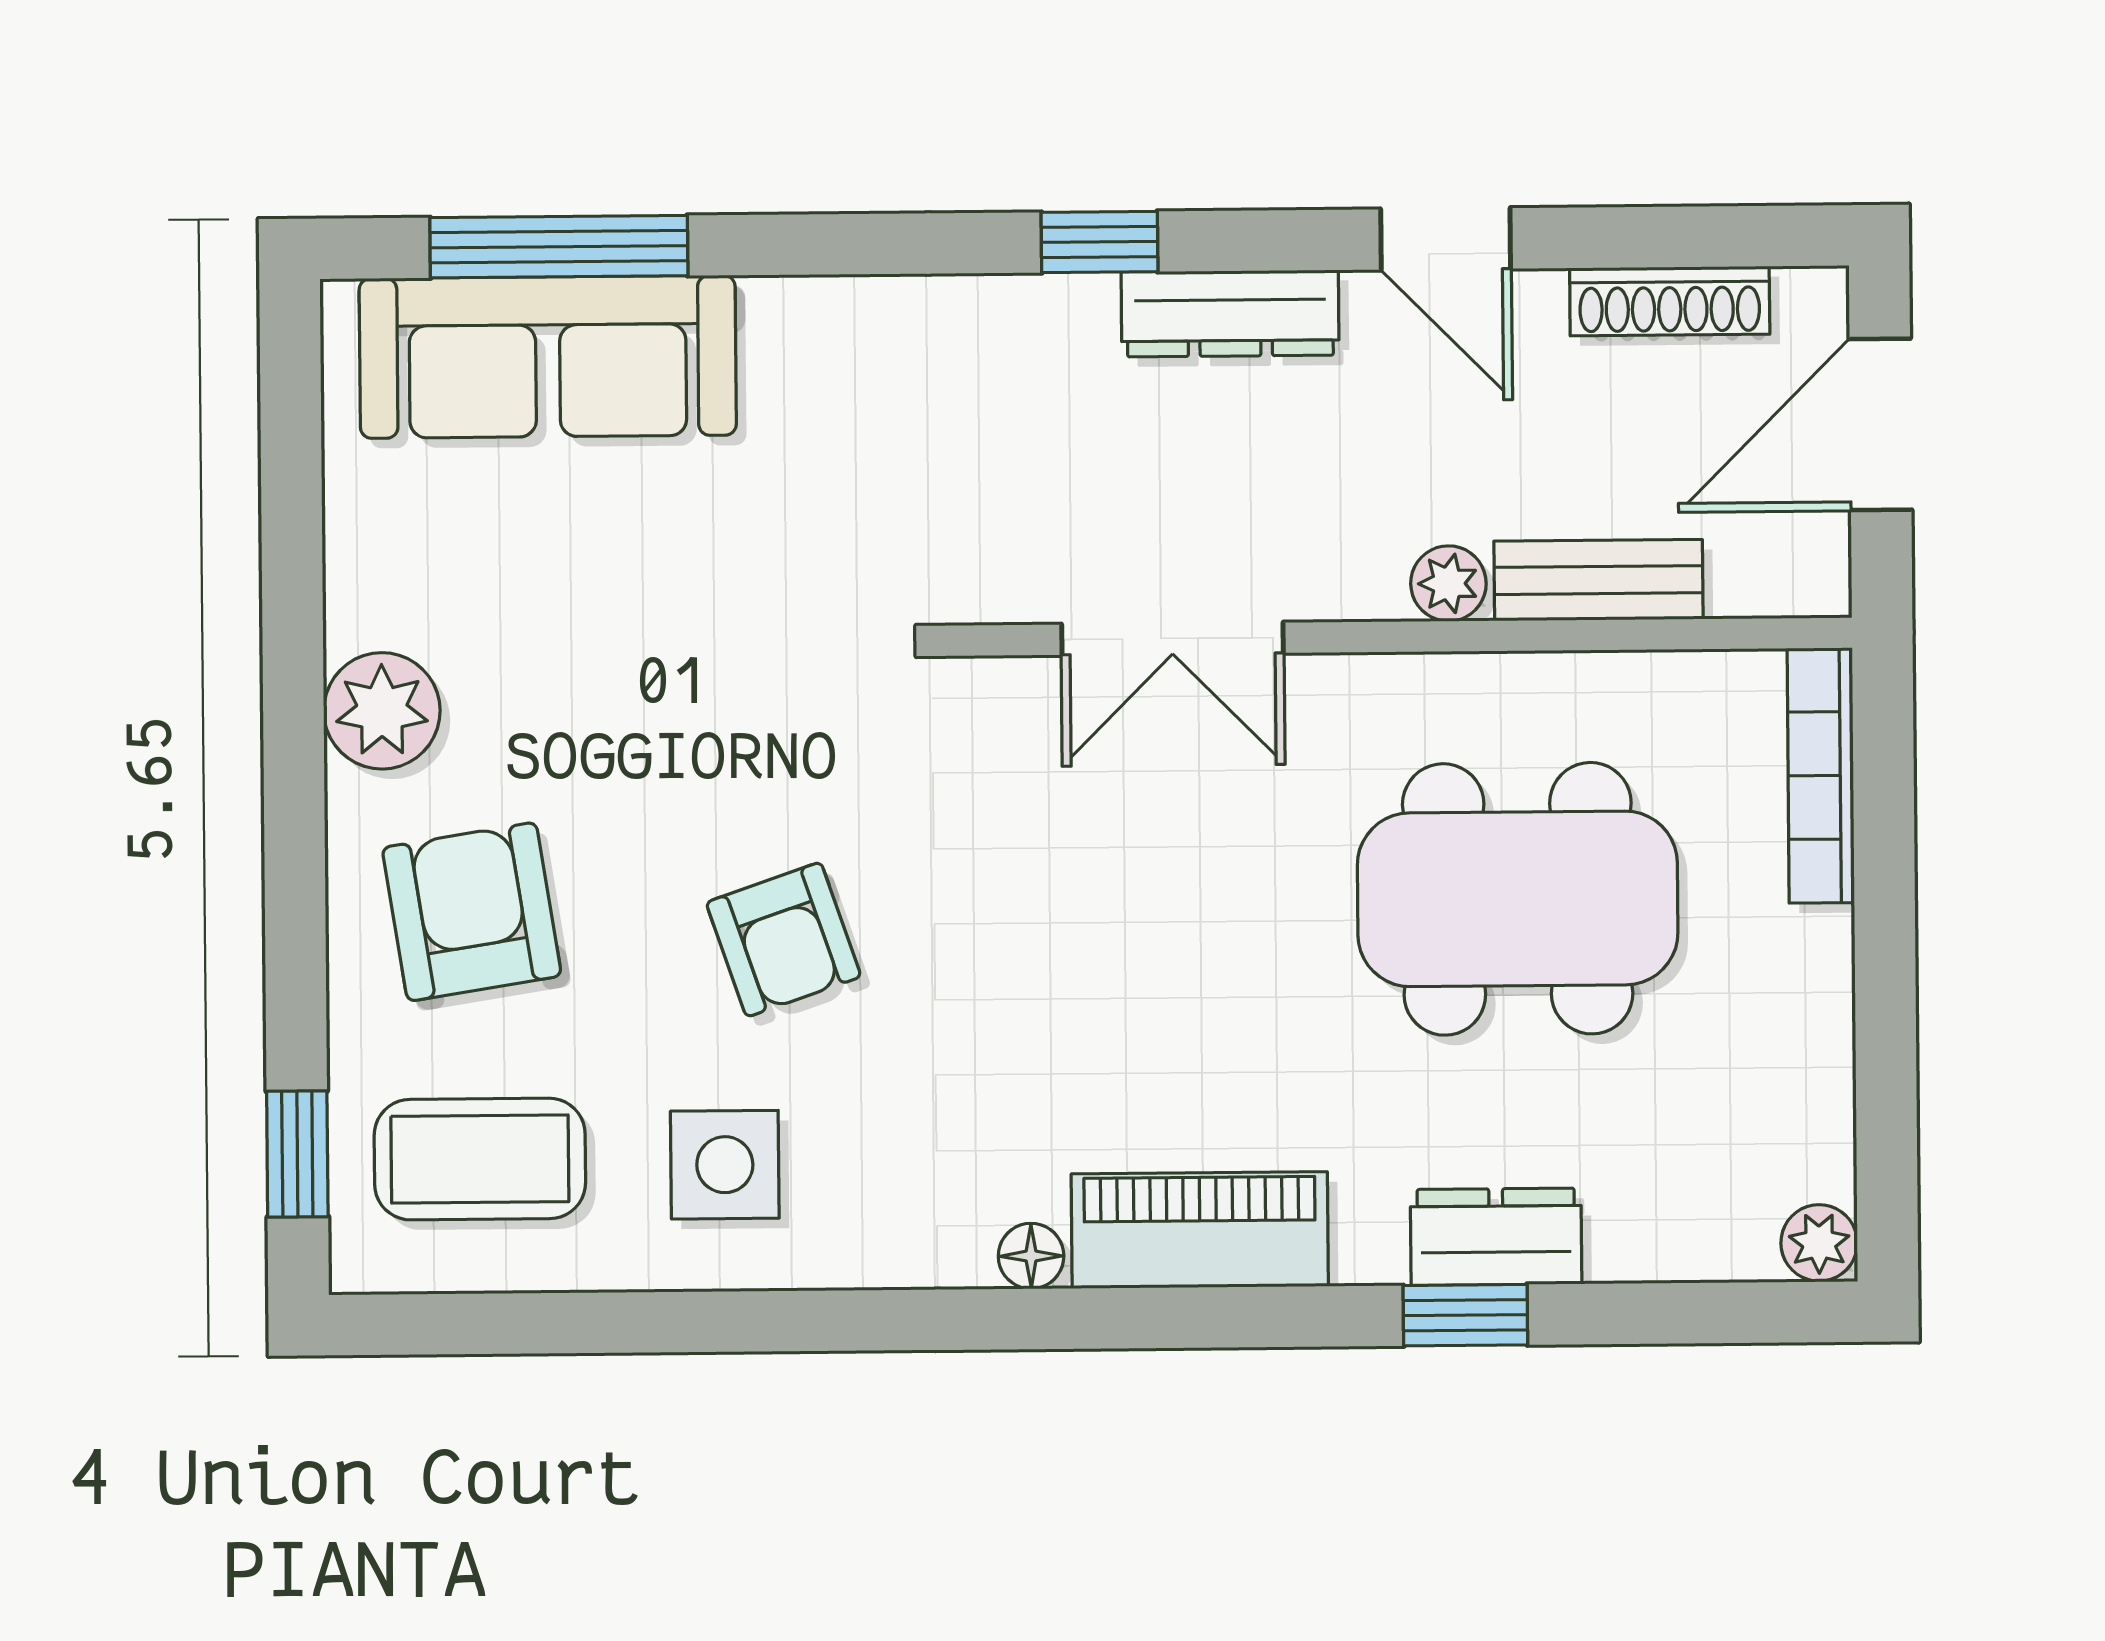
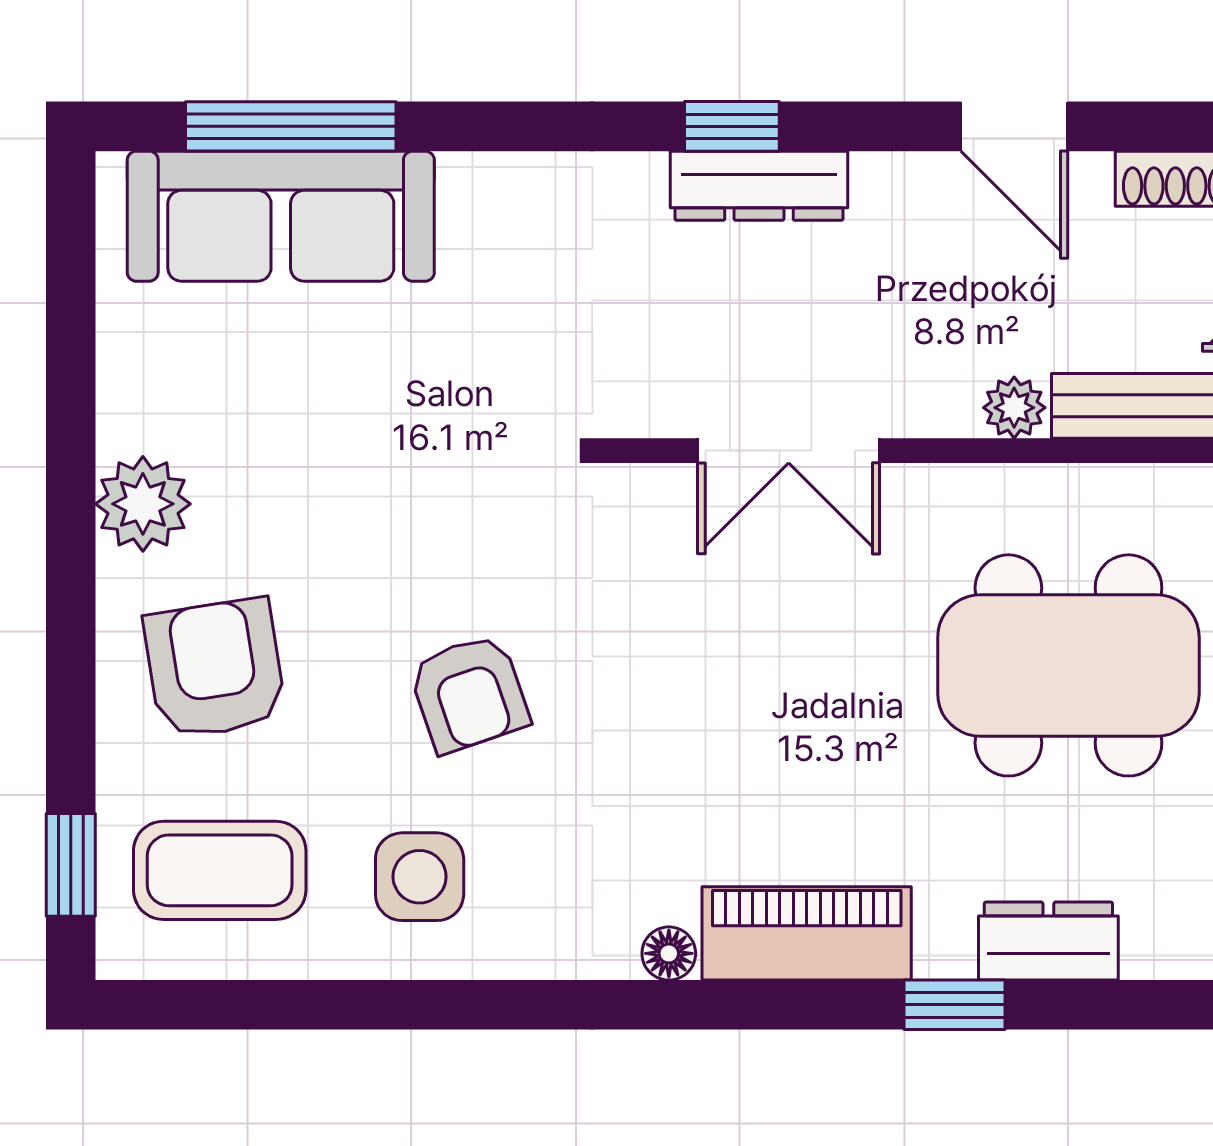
dresser: (1230, 314) -> (759, 186), moved
window: (1465, 1315) -> (954, 1005), moved

